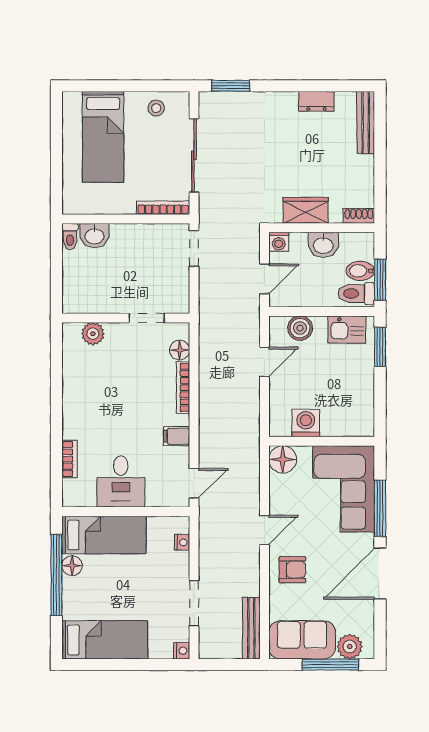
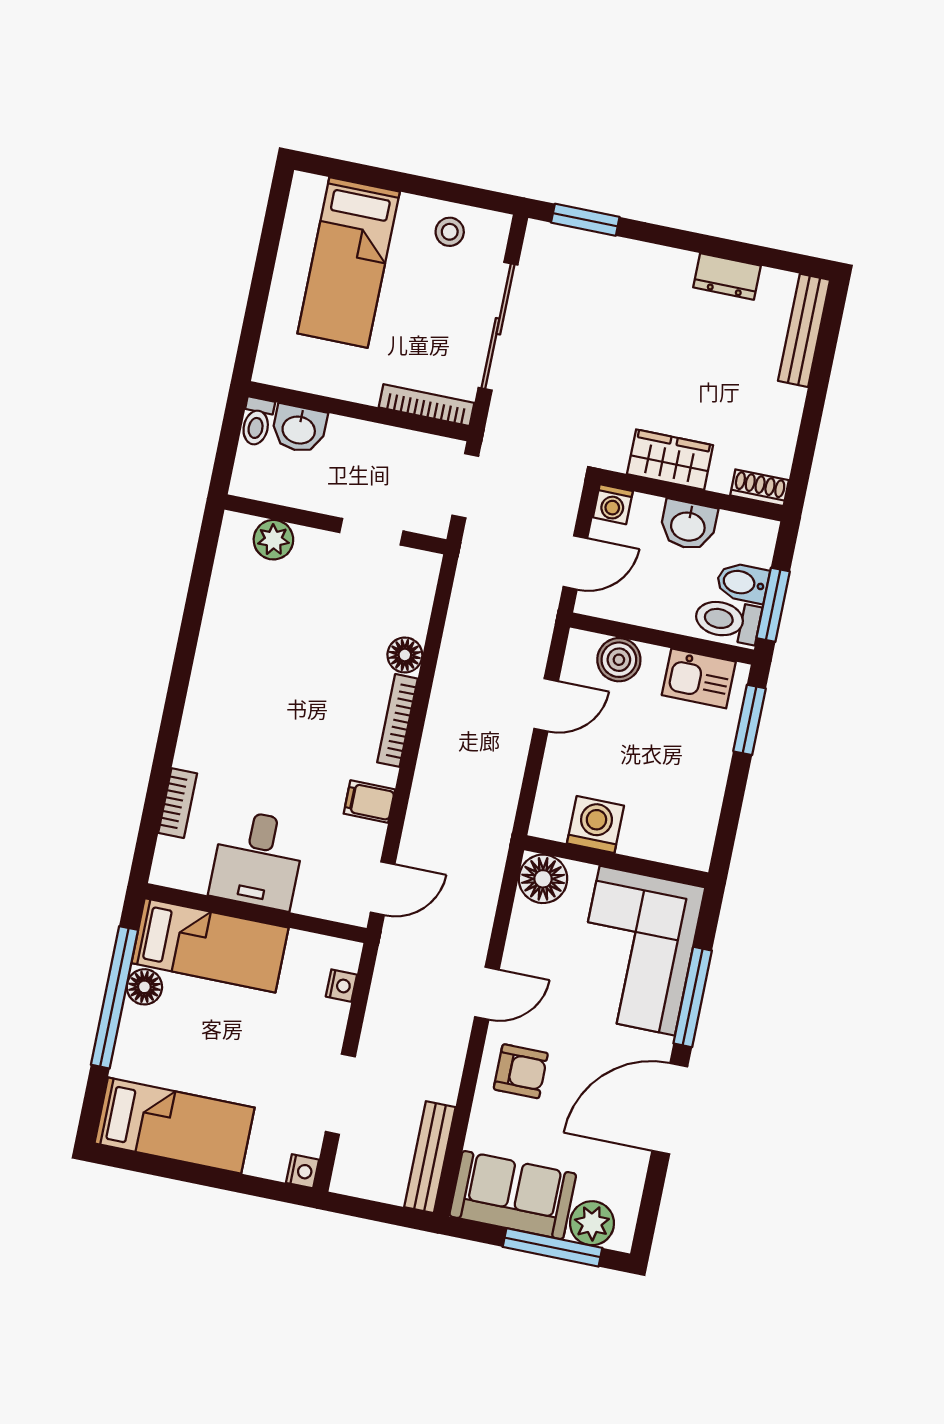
wall: (126, 318) -> (335, 524), moved
doorway: (147, 318) -> (371, 532), moved
plant: (93, 334) -> (273, 540), moved

